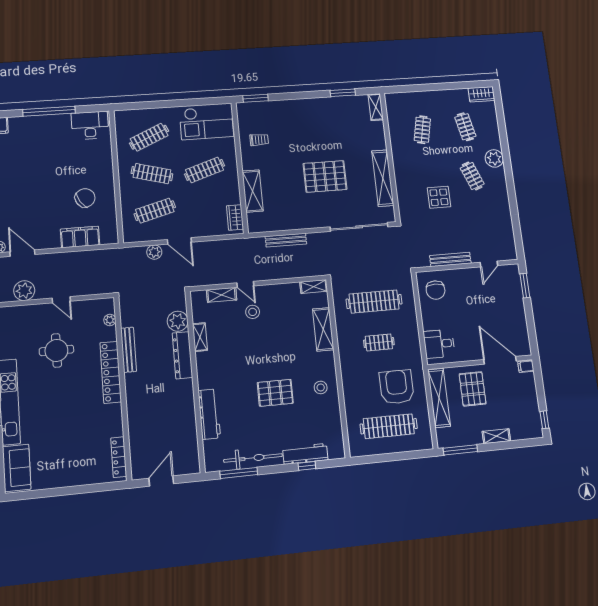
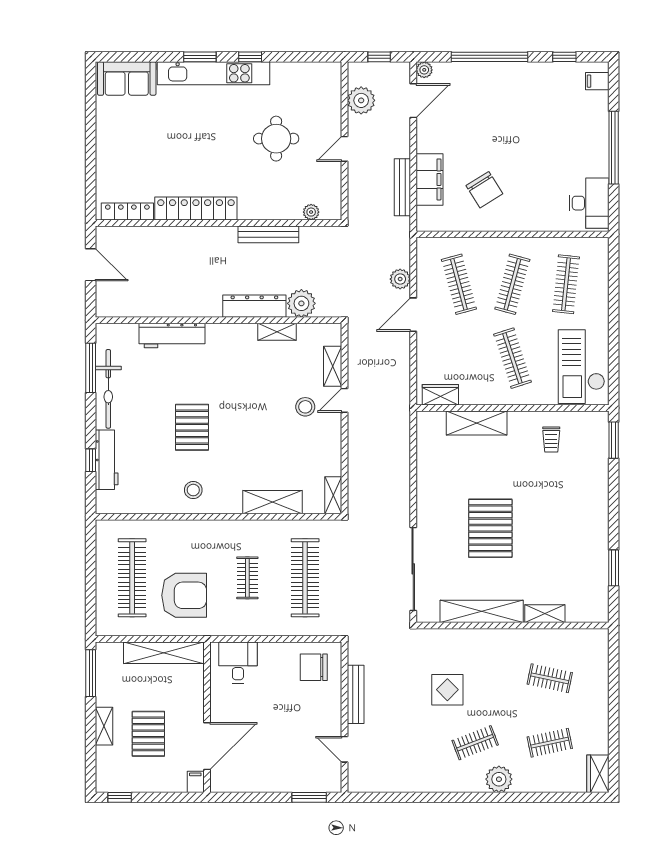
shelving: (376, 107) -> (545, 614), moved
clothes rail: (149, 137) -> (566, 284), turned 30
bench: (286, 240) -> (402, 187), moved
locker: (111, 372) -> (196, 208), moved
pallet: (473, 389) -> (148, 734), moved, turned 90

